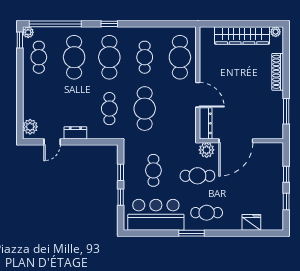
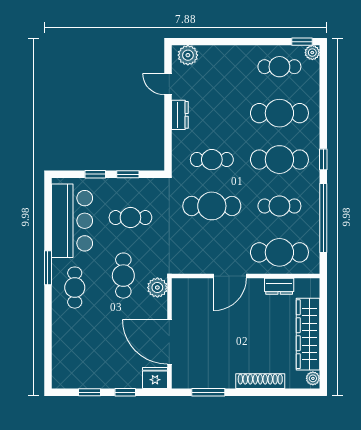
window: (55, 24) -> (323, 218), moved
dresser: (206, 123) -> (279, 286), moved, width x0.70
door: (236, 141) -> (169, 342), moved
fridge: (251, 222) -> (155, 378), moved, turned -90

